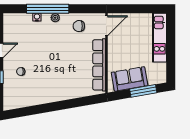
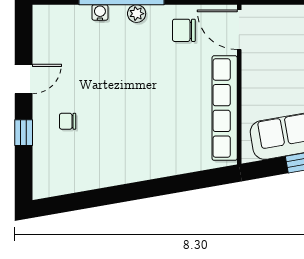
door: (106, 26) -> (239, 30), swing flipped

